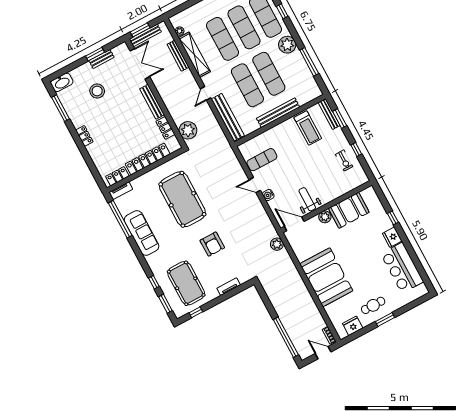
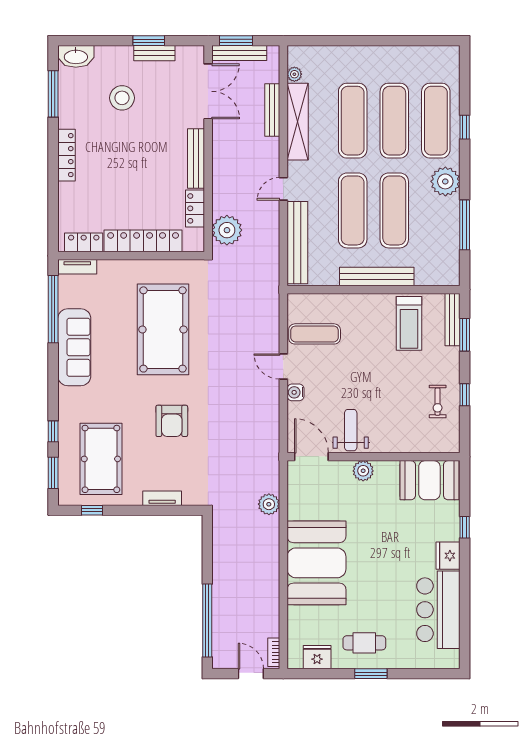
locker: (84, 136) -> (66, 155), width x1.53
booth: (349, 210) -> (429, 480), moved
plant: (277, 244) -> (269, 504), moved

